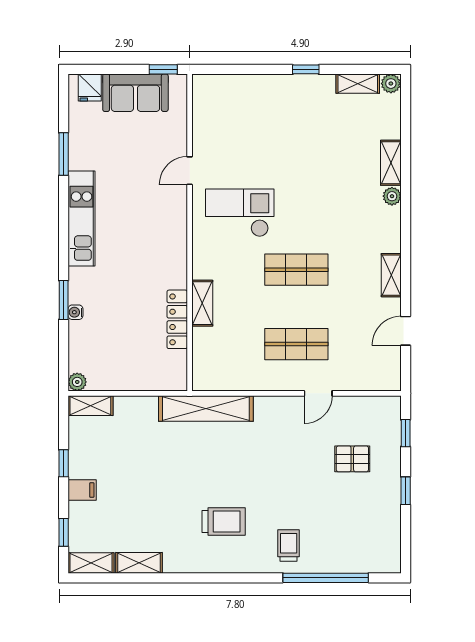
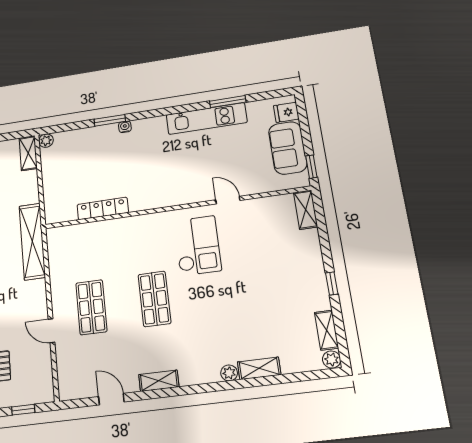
kitchen unit: (82, 218) -> (207, 119), moved
shelving: (202, 303) -> (306, 210), moved, turned 90
water cooler: (76, 312) -> (125, 127), moved

